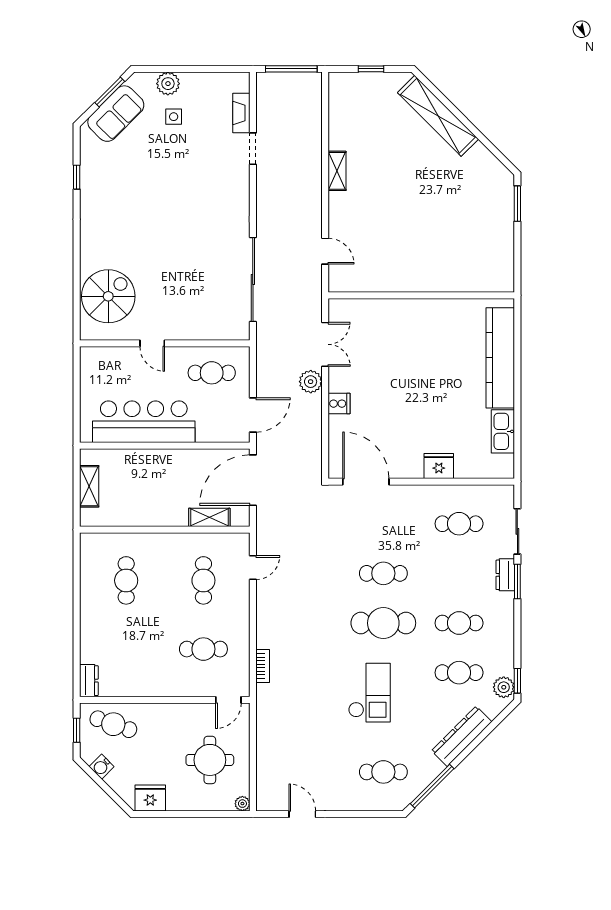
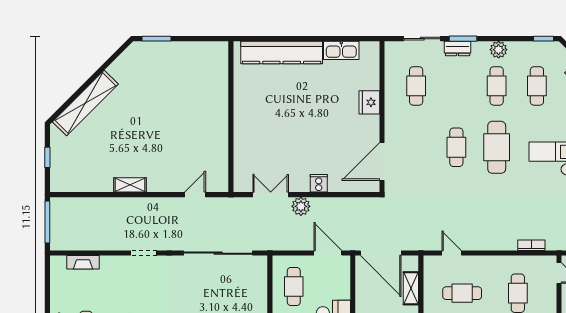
doorway: (253, 149) -> (144, 253), moved
plant: (504, 687) -> (499, 50), moved

